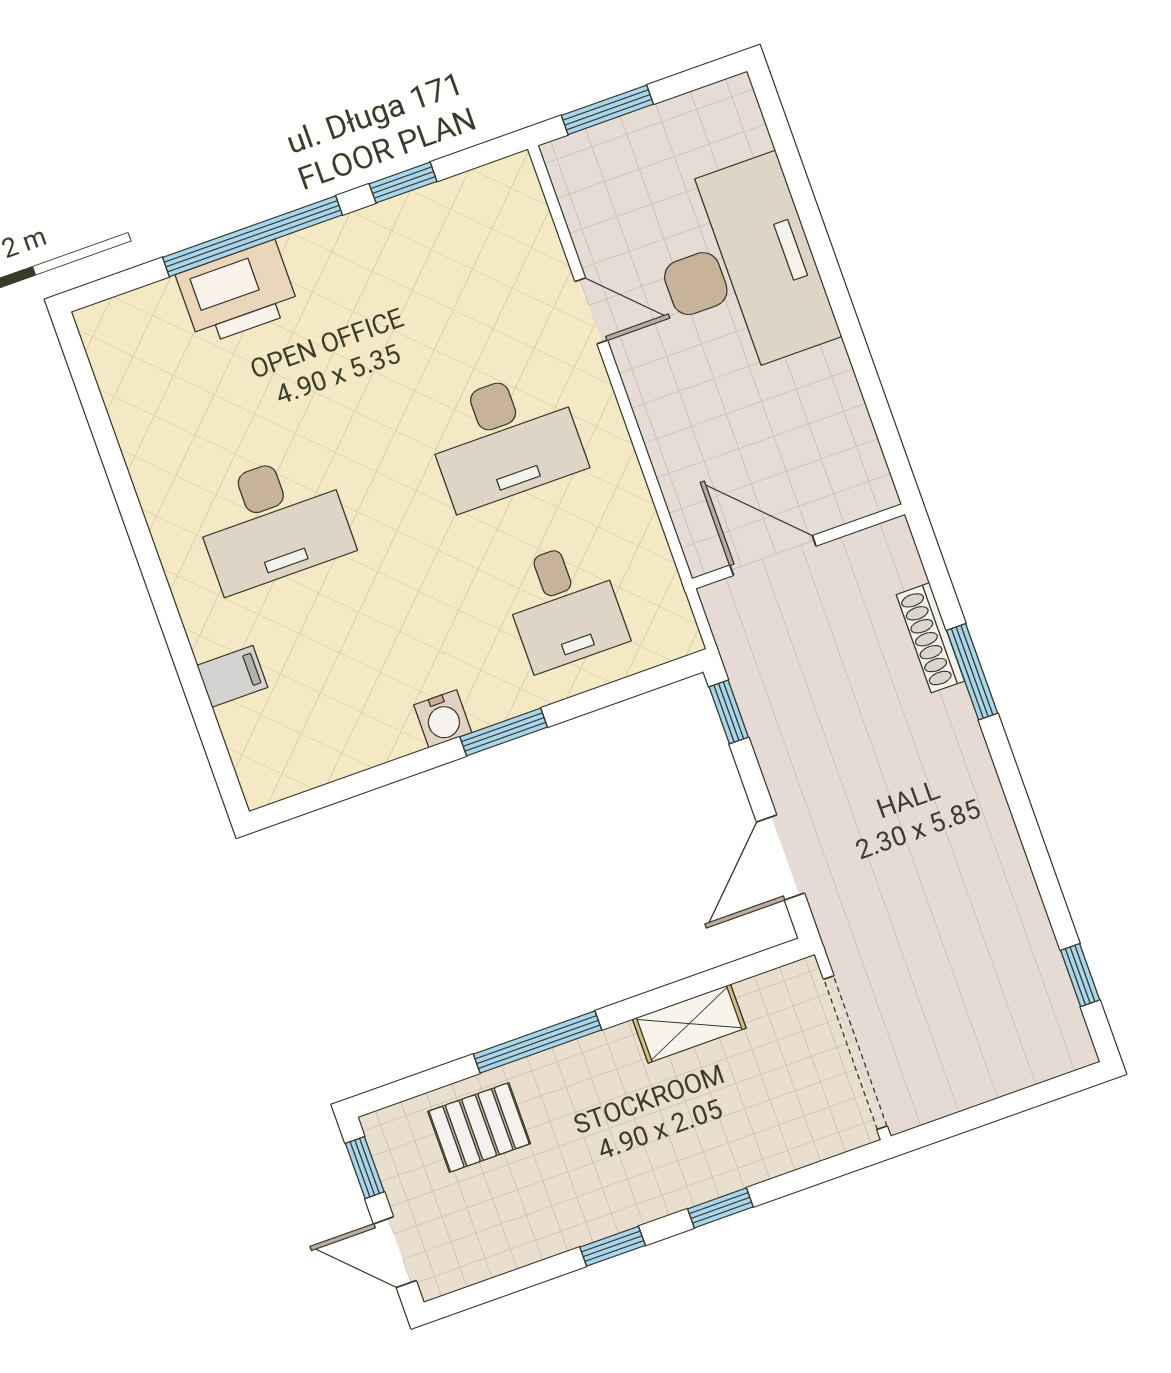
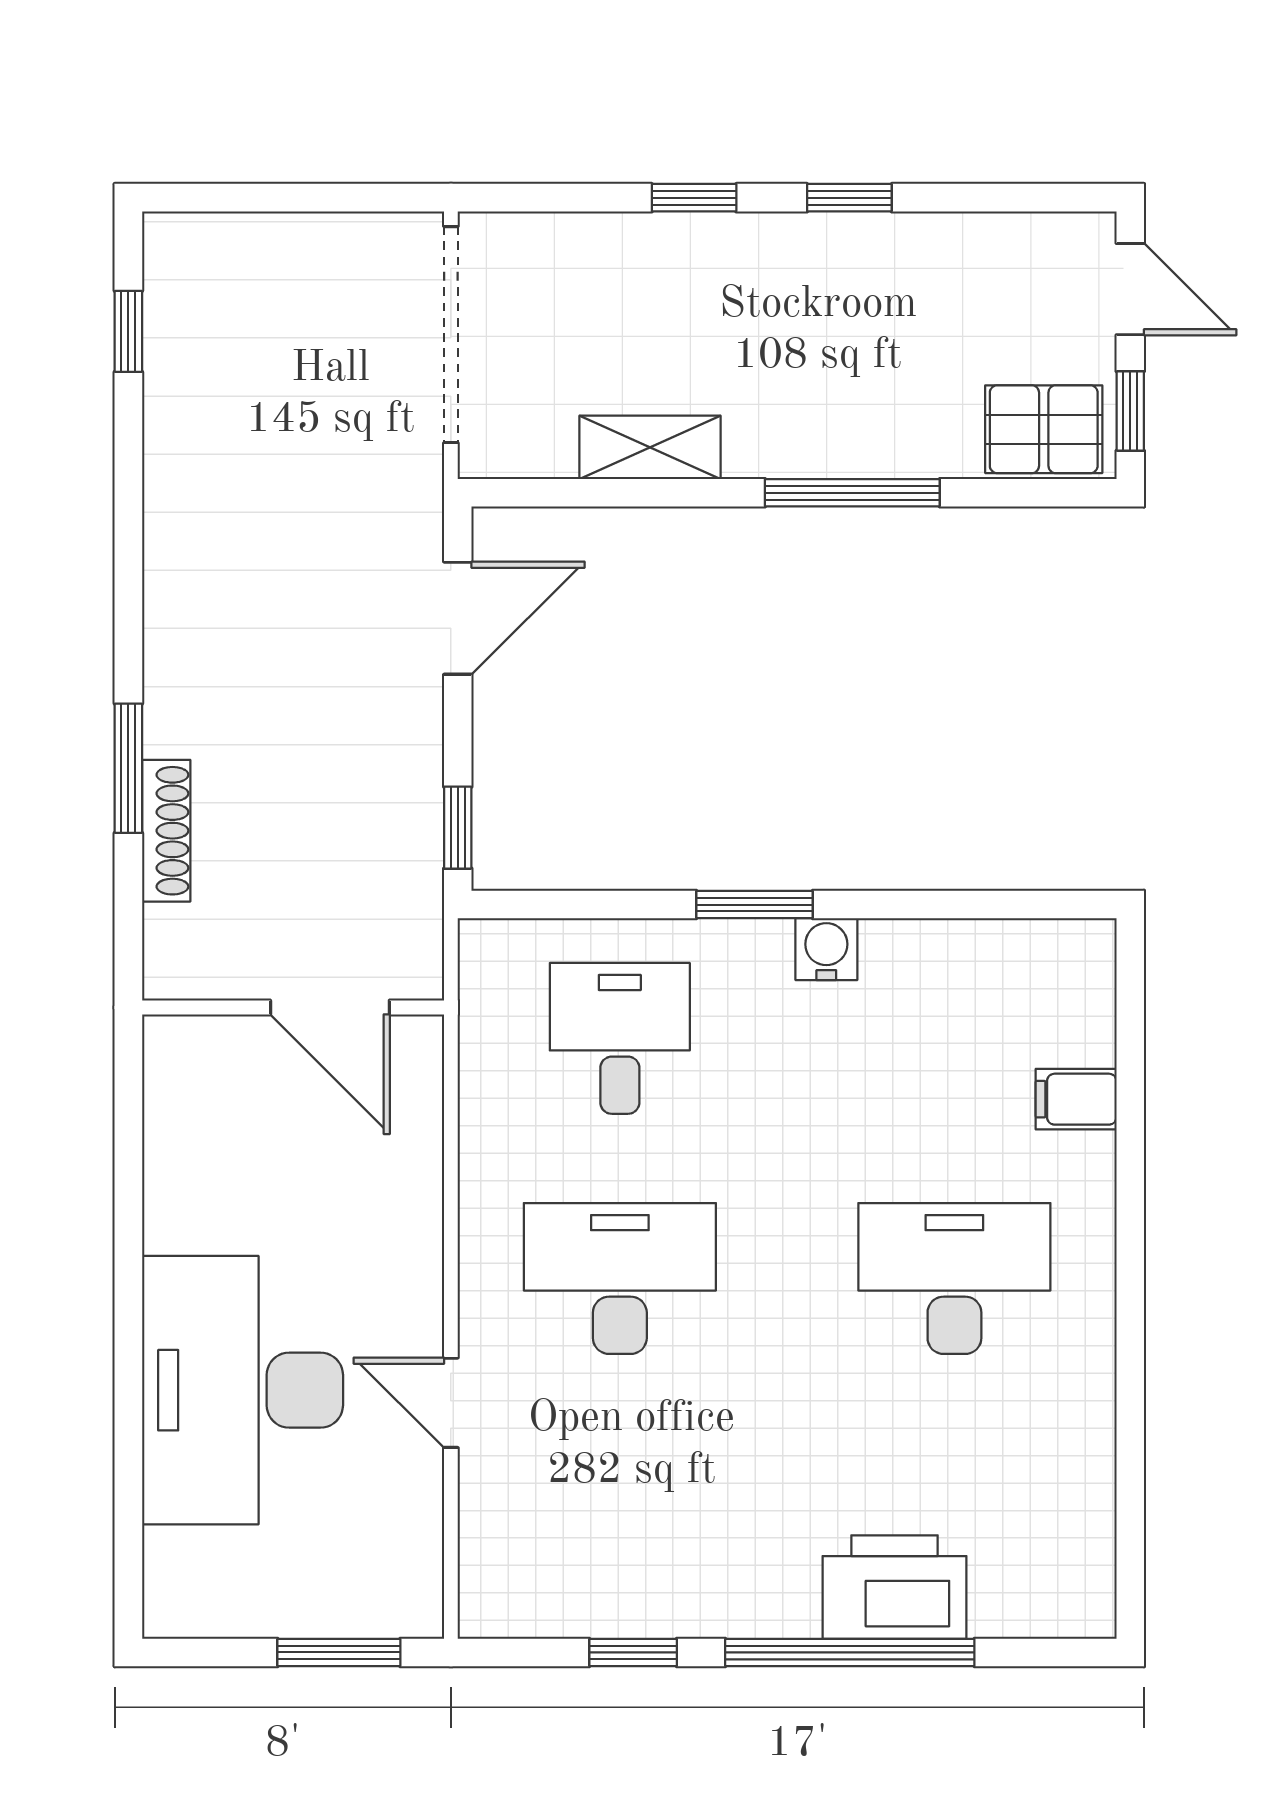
pallet: (479, 1127) -> (1044, 429), moved

